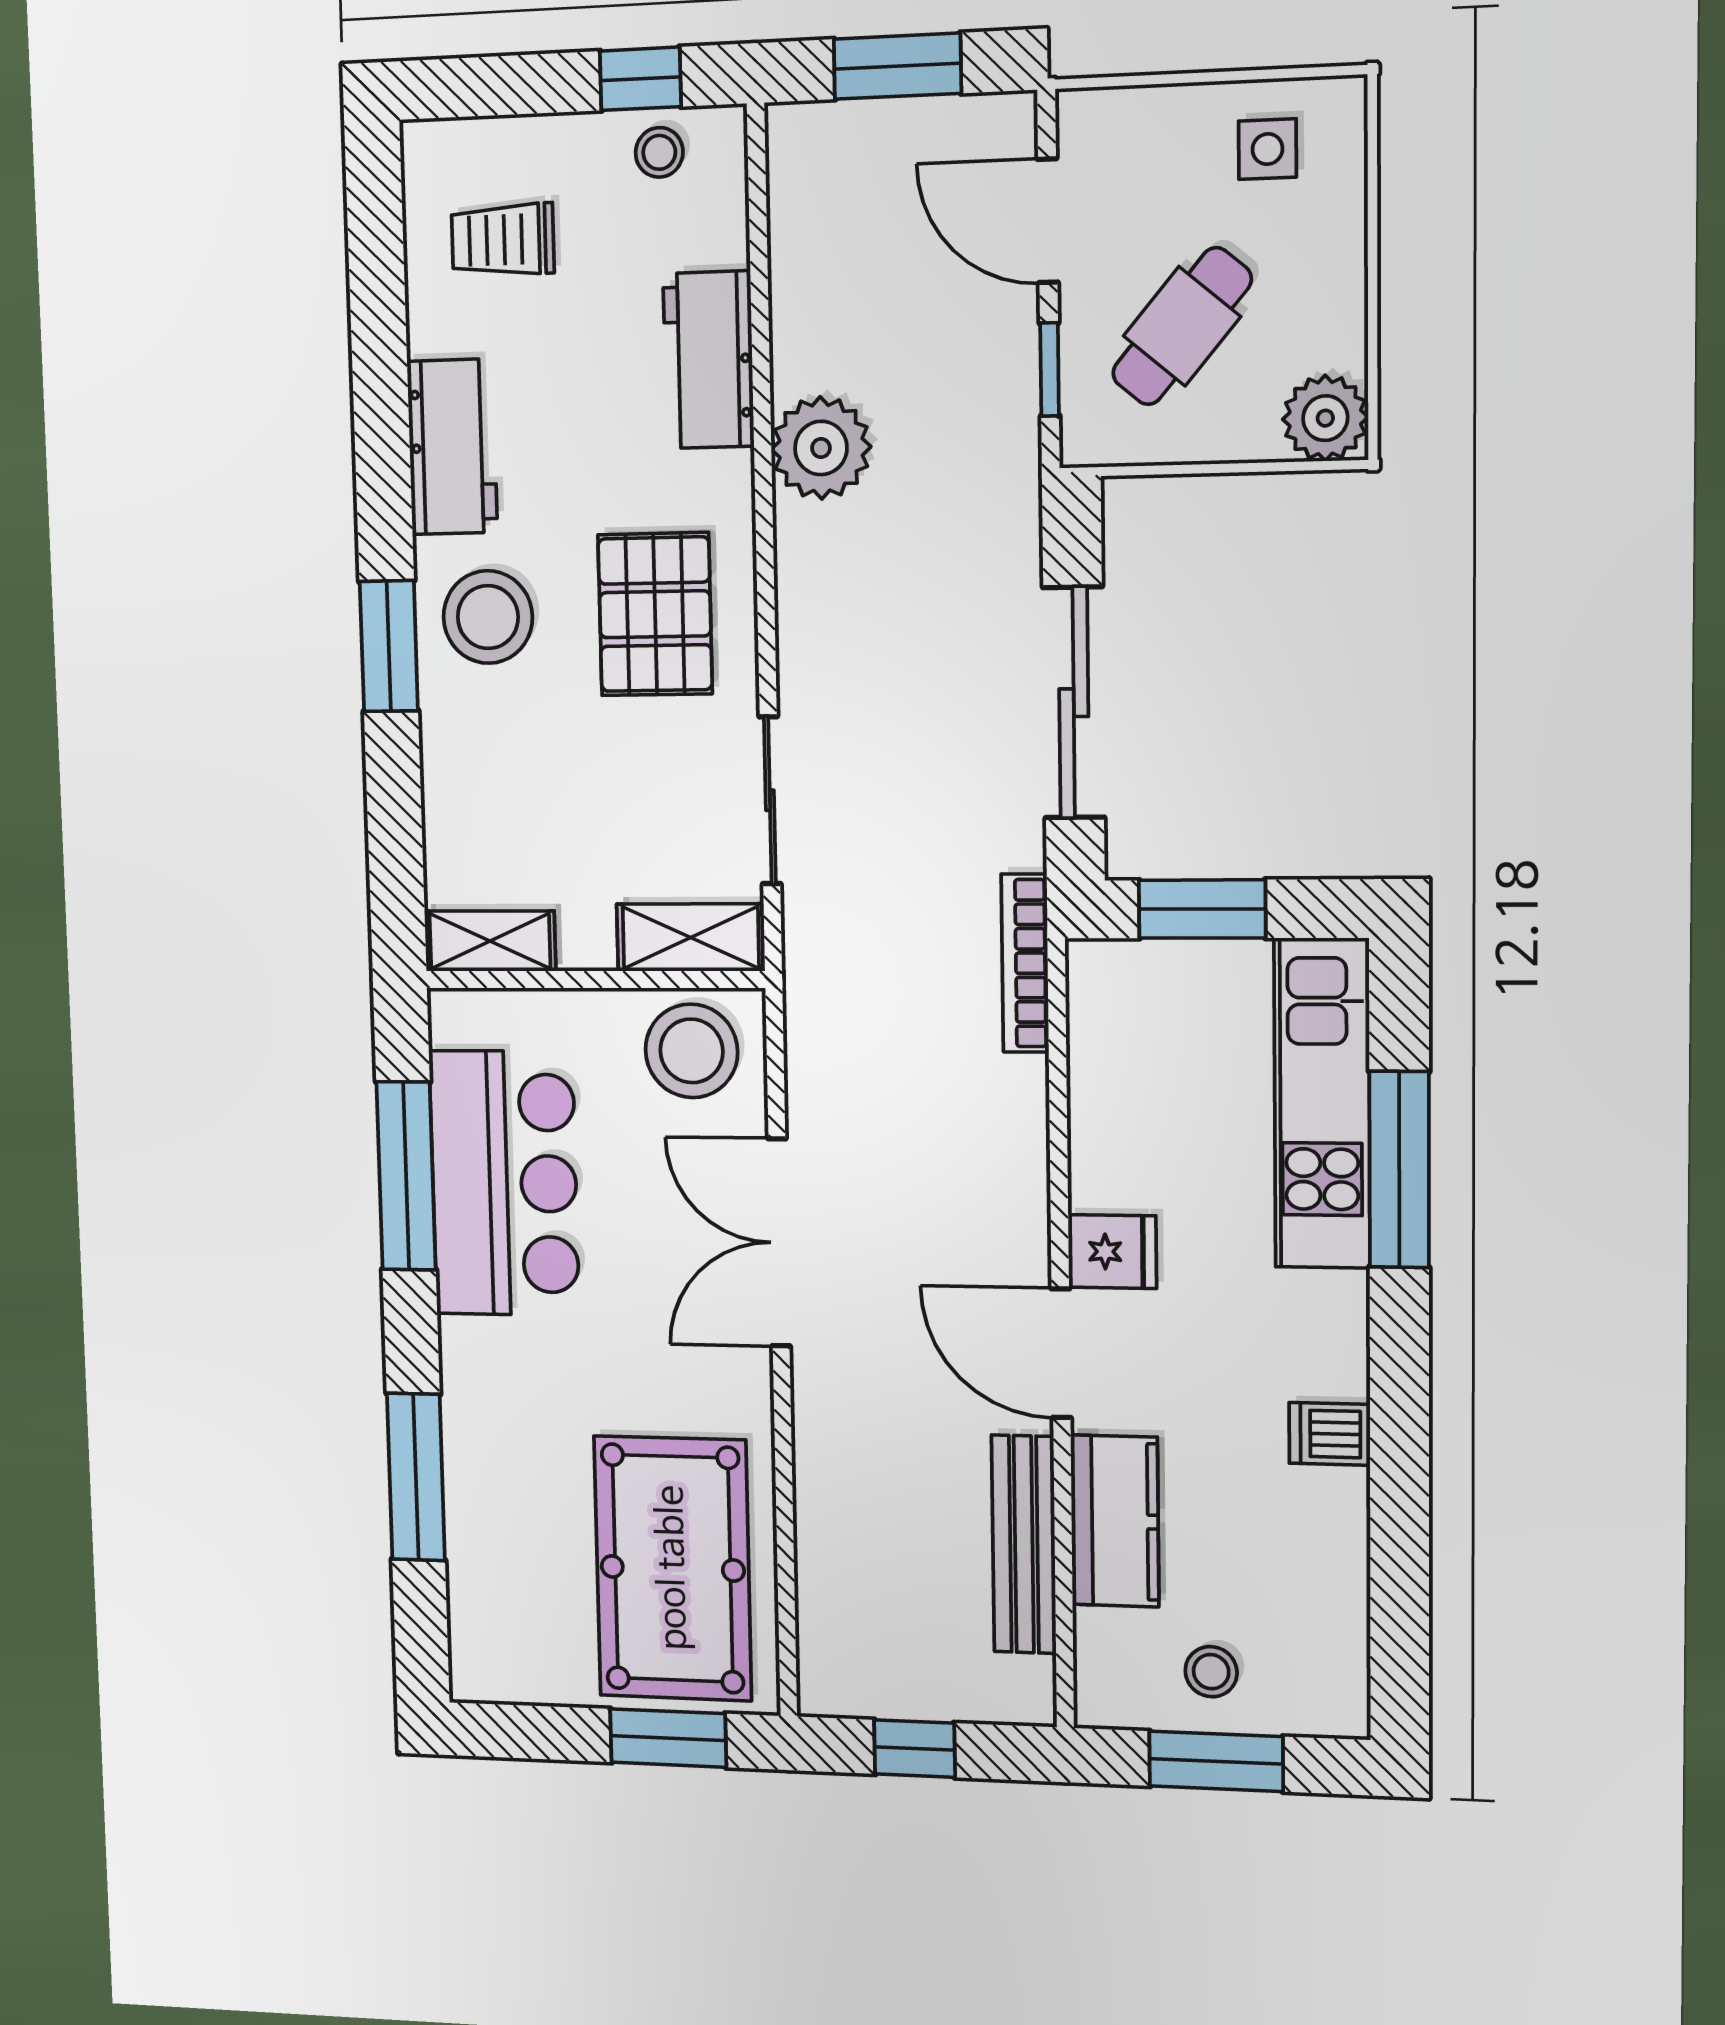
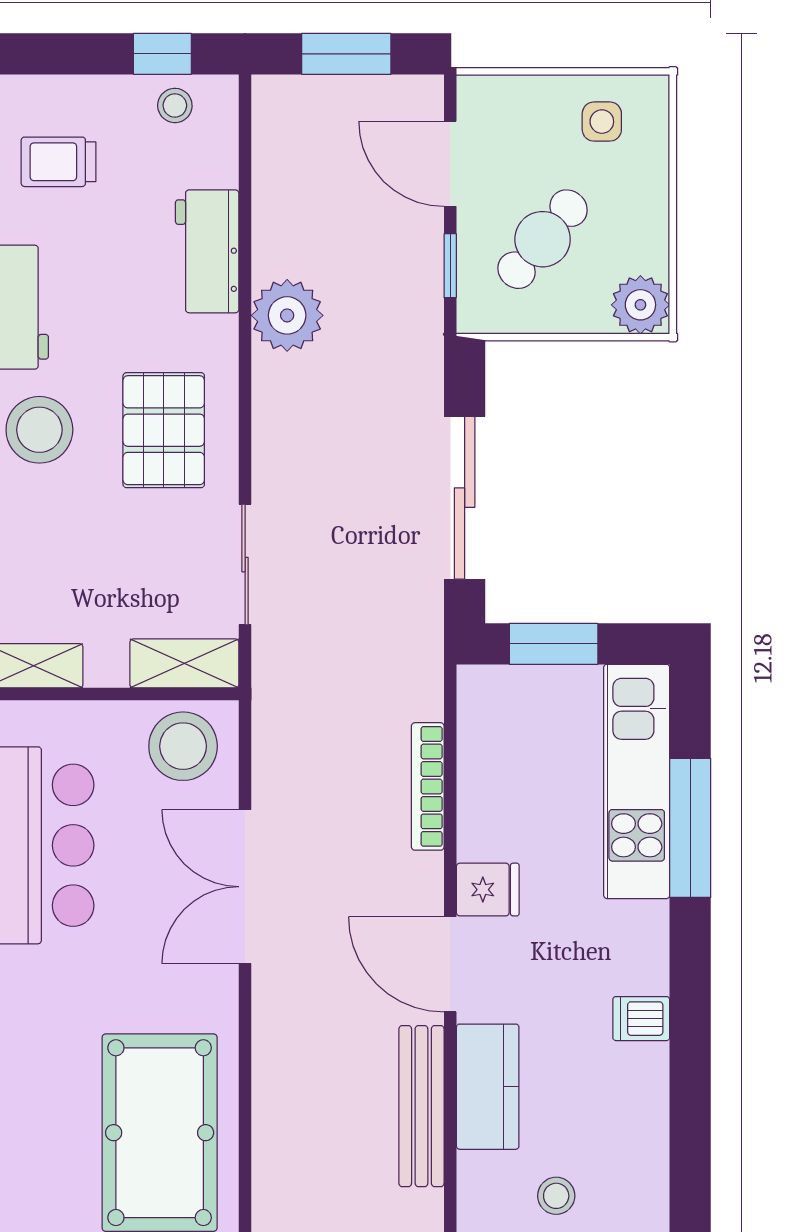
bookcase: (1025, 963) -> (428, 786), moved

